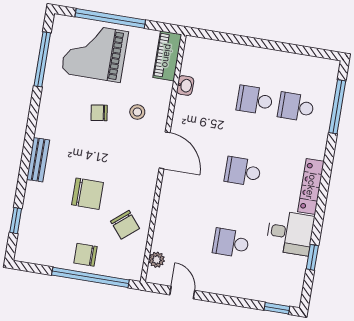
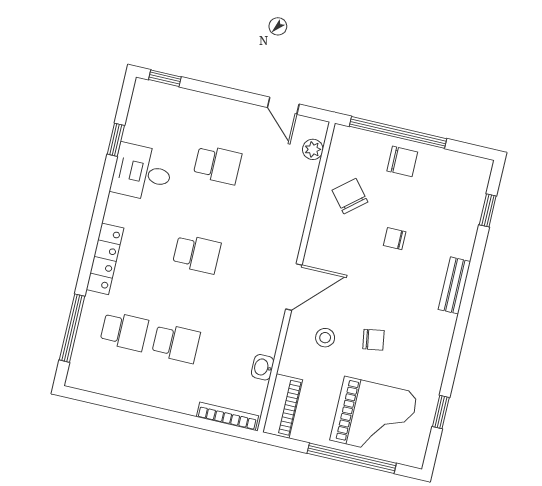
bookcase: (210, 45) -> (228, 416), added
window: (42, 59) -> (441, 412), width x0.46
door: (165, 150) -> (294, 287), swing flipped
locker: (311, 186) -> (105, 259), moved
chair: (88, 194) -> (395, 239), width x0.54, depth x0.54

